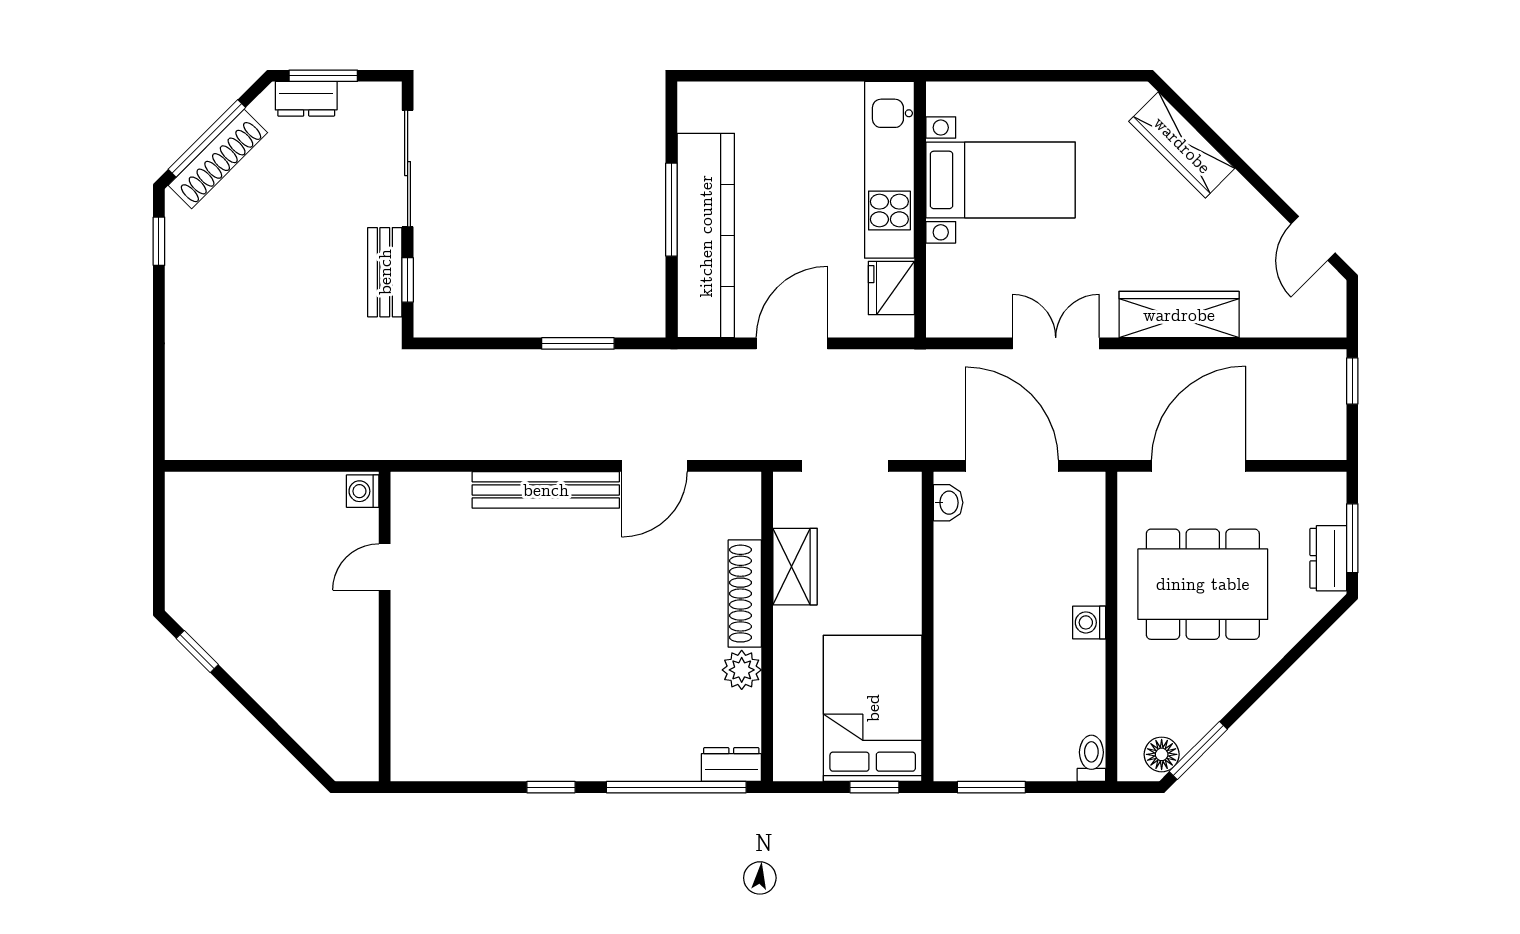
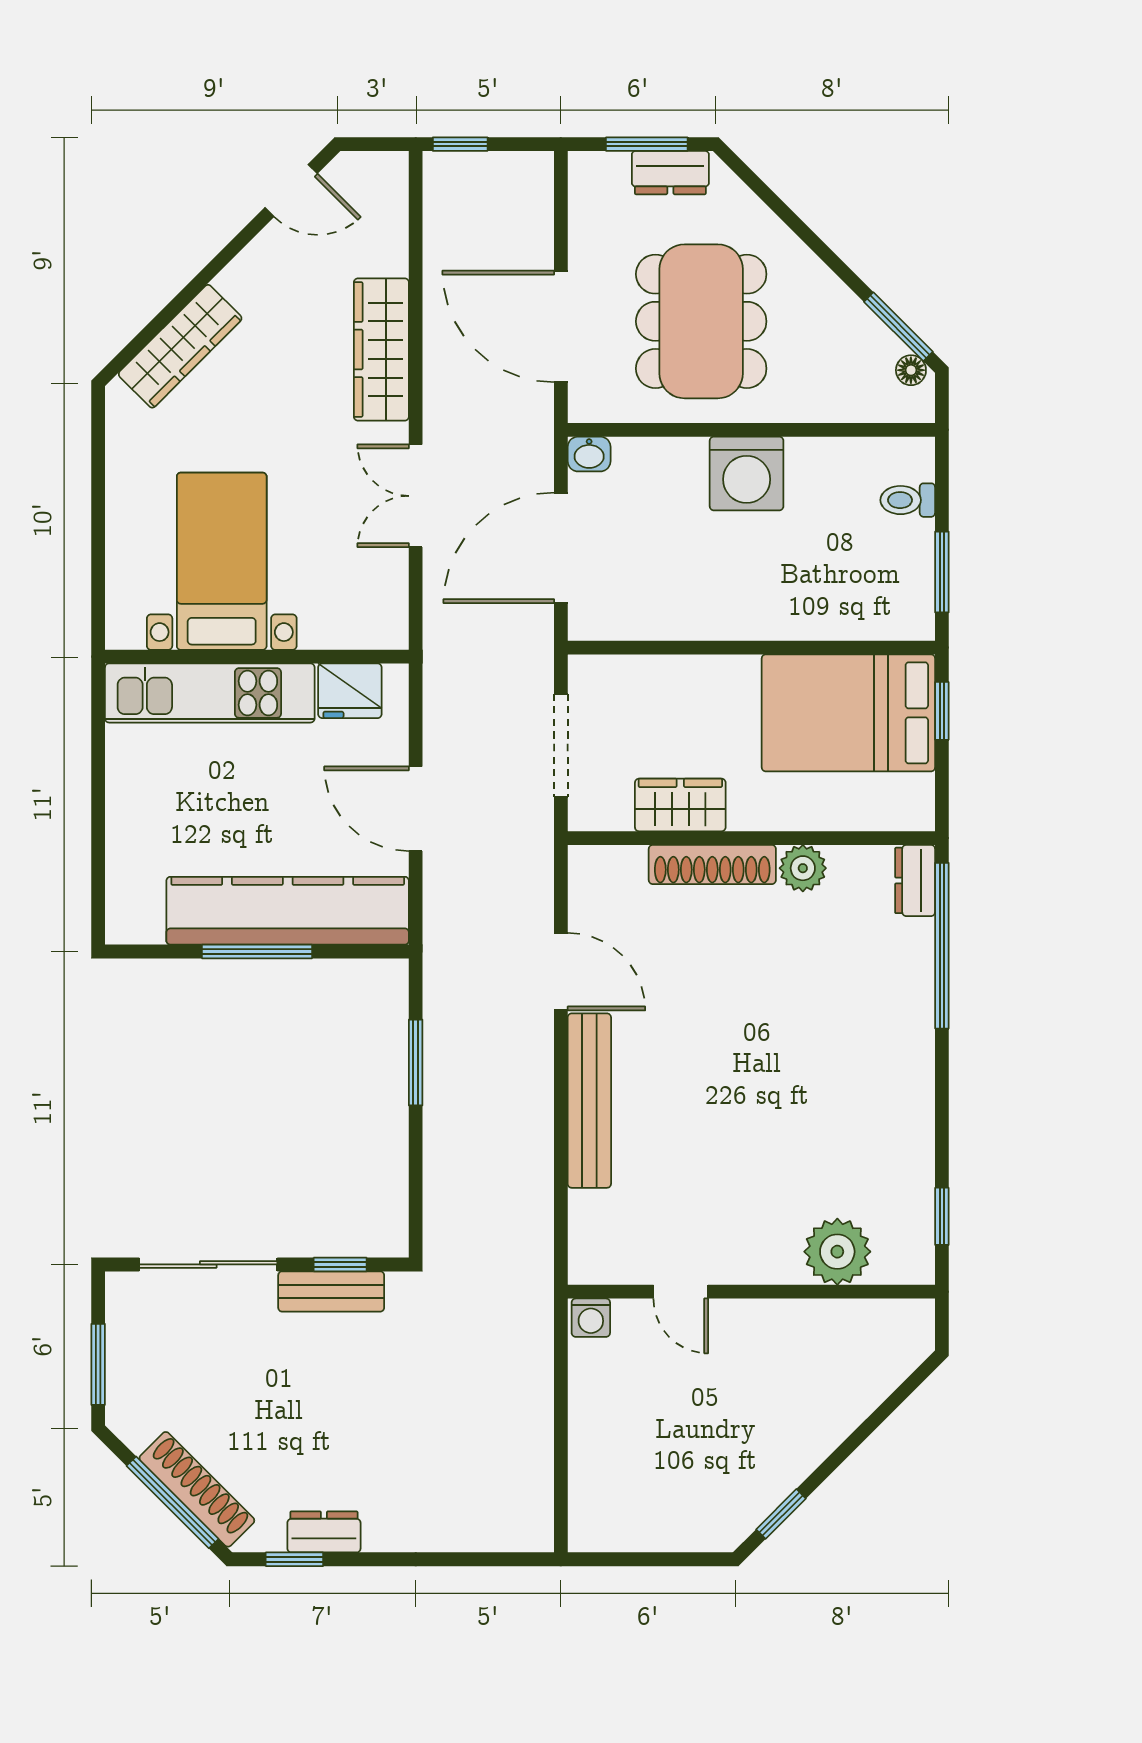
dresser: (306, 99) -> (324, 1532), moved, turned -90
washbasin: (948, 503) -> (589, 454), moved, turned 180
washing machine: (1089, 622) -> (747, 473), width x1.89, depth x1.89
plant: (418, 699) -> (837, 1252), added
floor lamp: (1162, 754) -> (911, 370), width x0.73, depth x0.73
toilet: (1091, 758) -> (908, 500), moved
window: (551, 787) -> (942, 1216), moved

